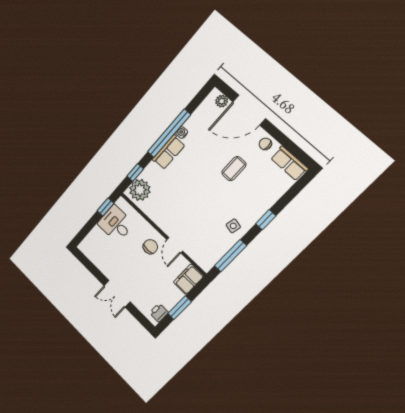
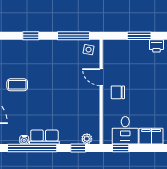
plant: (140, 190) -> (87, 139), width x0.53, depth x0.53
side table: (233, 226) -> (89, 50), moved
door: (175, 245) -> (101, 77), swing flipped
filing cabinet: (188, 279) -> (151, 136), moved, turned 180

